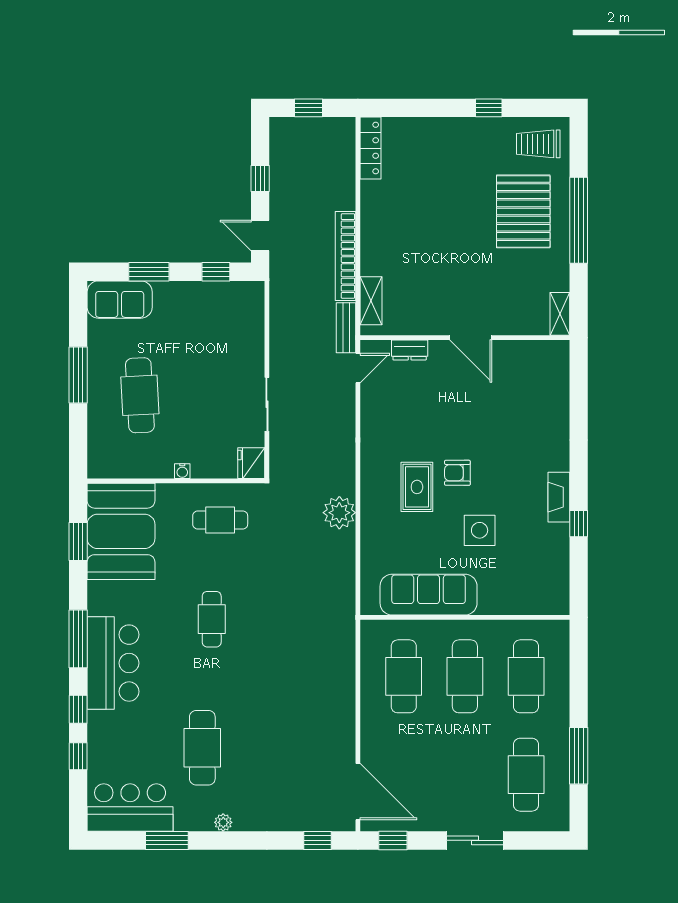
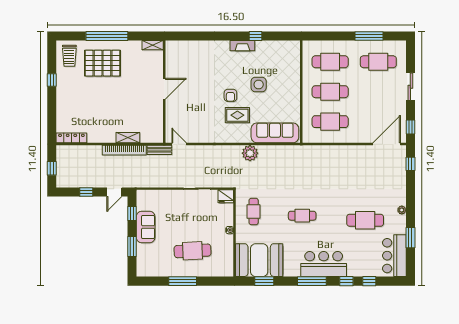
sofa: (120, 300) -> (146, 227), moved
shelving: (371, 301) -> (128, 138), moved
dresser: (410, 350) -> (170, 119), removed
sofa: (429, 595) -> (275, 133), moved, turned 90

